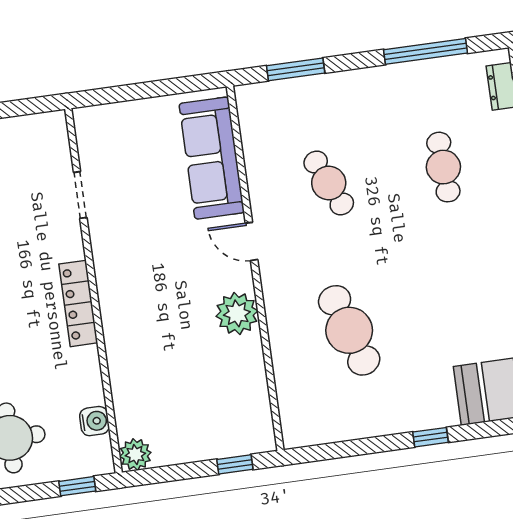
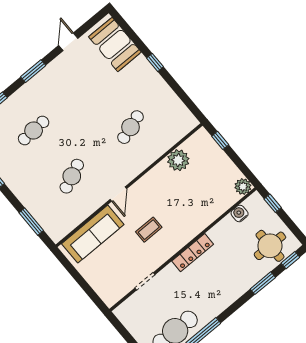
coffee table: (161, 255) -> (149, 230), added
plant: (237, 313) -> (178, 160), moved
cafe table: (349, 330) -> (131, 127), width x0.73, depth x0.74

